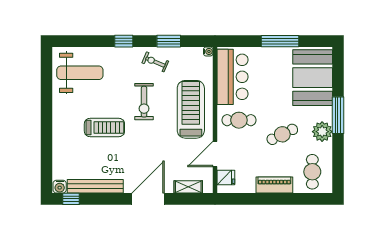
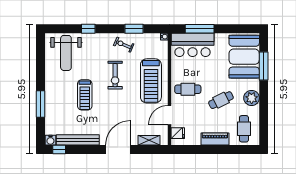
window: (124, 41) -> (88, 29), moved
window: (280, 41) -> (200, 29), moved
weight bench: (80, 73) -> (66, 53), turned 90
bar counter: (233, 77) -> (193, 45), moved, turned 90
treadmill: (191, 109) -> (151, 81), turned 180
window: (338, 115) -> (264, 66), moved
treadmill: (104, 128) -> (85, 95), turned 90
window: (47, 139) -> (40, 104), added

